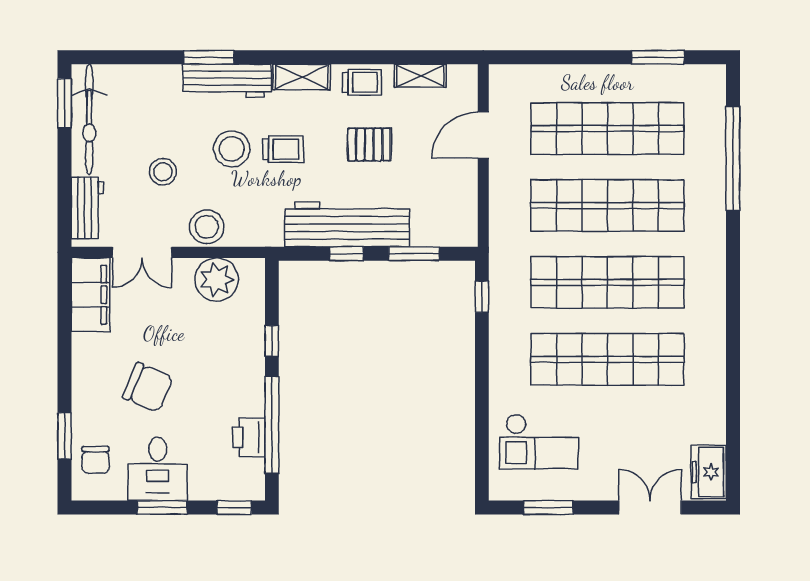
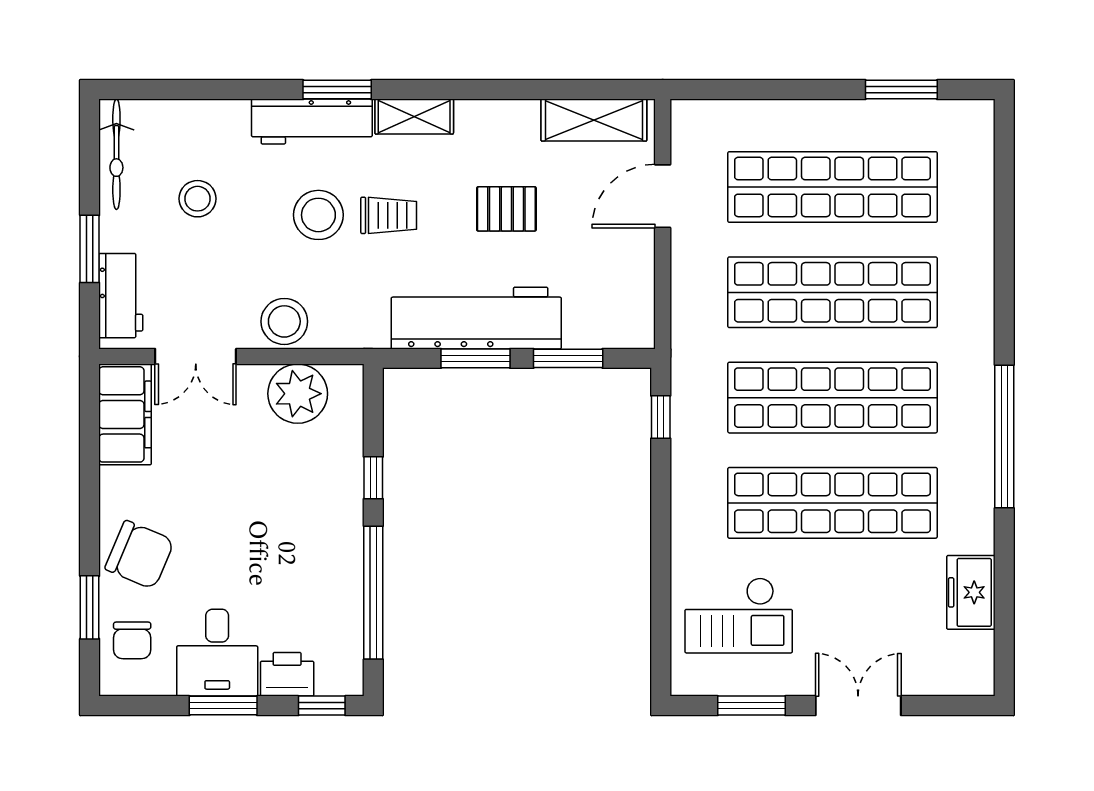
window: (209, 57) -> (337, 90), moved
shelving: (420, 76) -> (594, 120), width x1.50, depth x1.33
trolley: (362, 82) -> (497, 124), removed
window: (64, 103) -> (90, 249), moved
bicycle: (89, 119) -> (116, 154), width x0.73, depth x0.71
window: (733, 158) -> (1004, 436), moved
stool: (163, 172) -> (198, 199), moved
window: (347, 254) -> (475, 358), width x1.50
chair: (148, 387) -> (140, 555), moved
printer: (249, 437) -> (287, 674), moved, turned 90
freezer: (709, 472) -> (971, 592), moved
double door: (650, 507) -> (858, 706), moved

